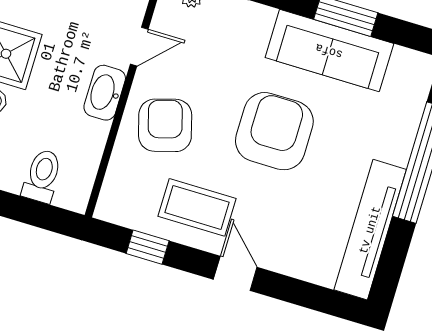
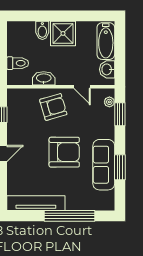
washbasin: (105, 93) -> (44, 78), moved
coffee table: (197, 207) -> (24, 130), removed

